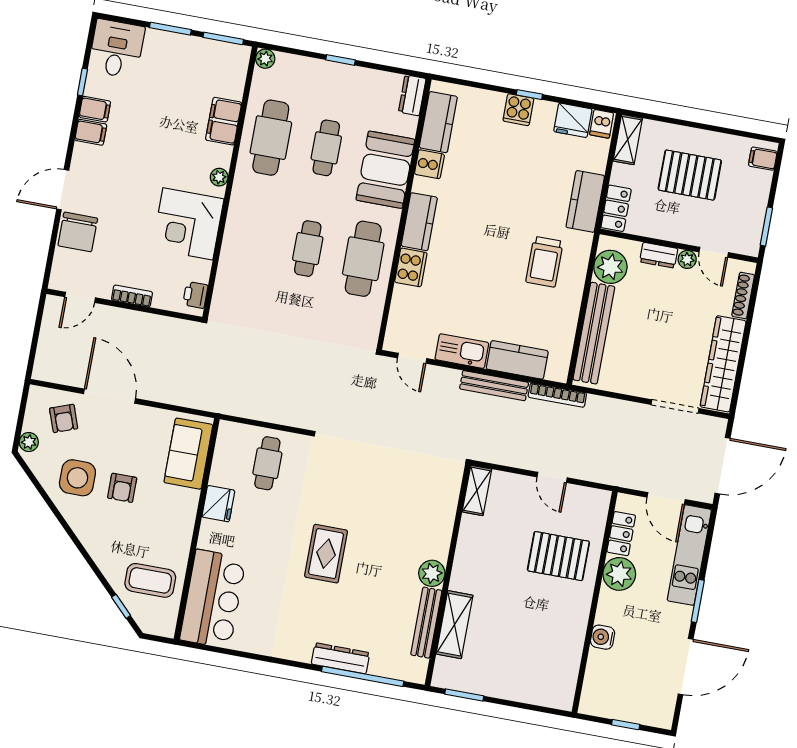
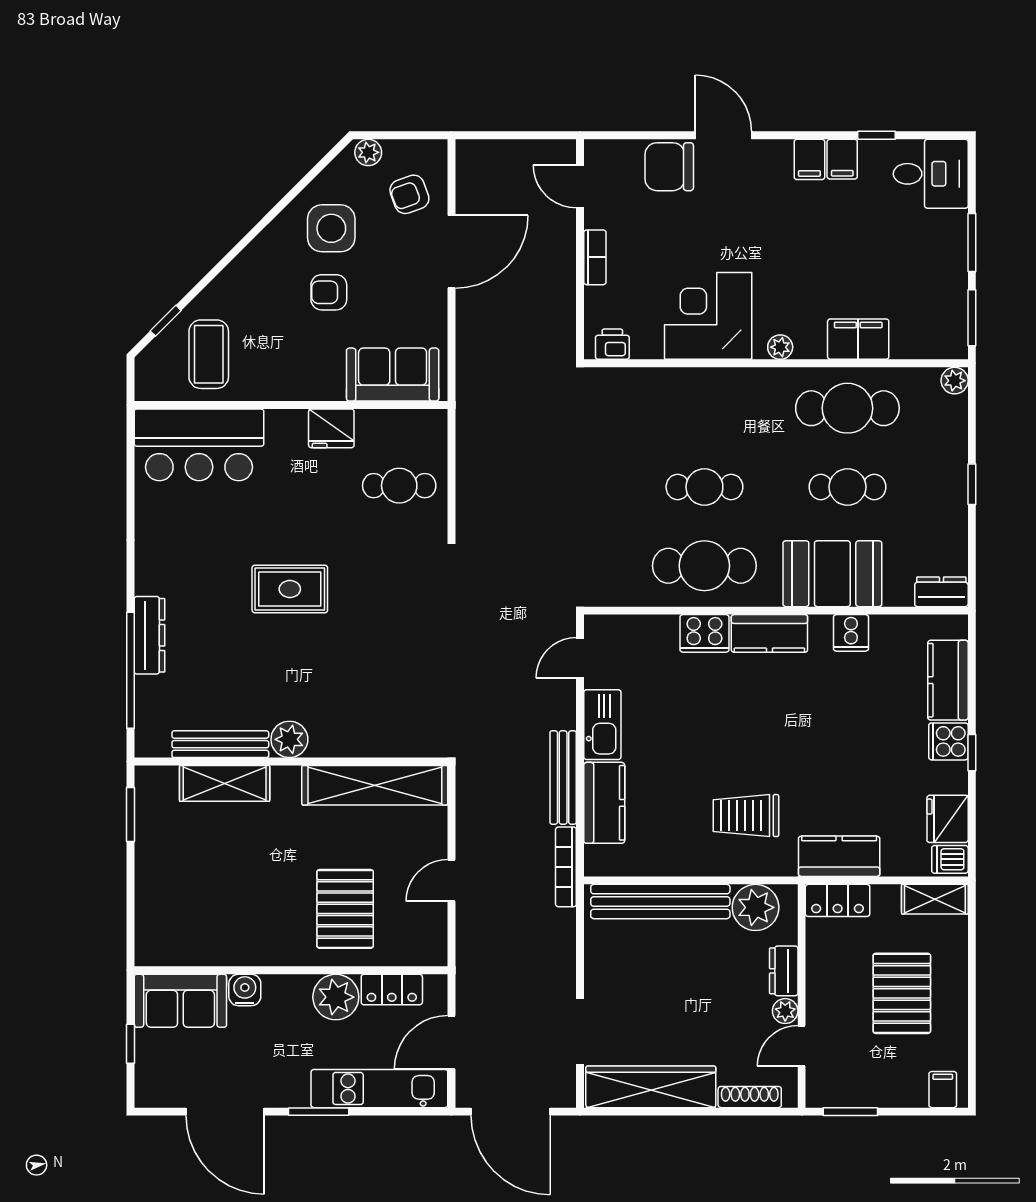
kitchen counter: (438, 122) -> (948, 680), moved, turned 90
shelving: (477, 490) -> (375, 785), width x2.20, depth x1.33
sofa: (602, 684) -> (180, 1001), added

